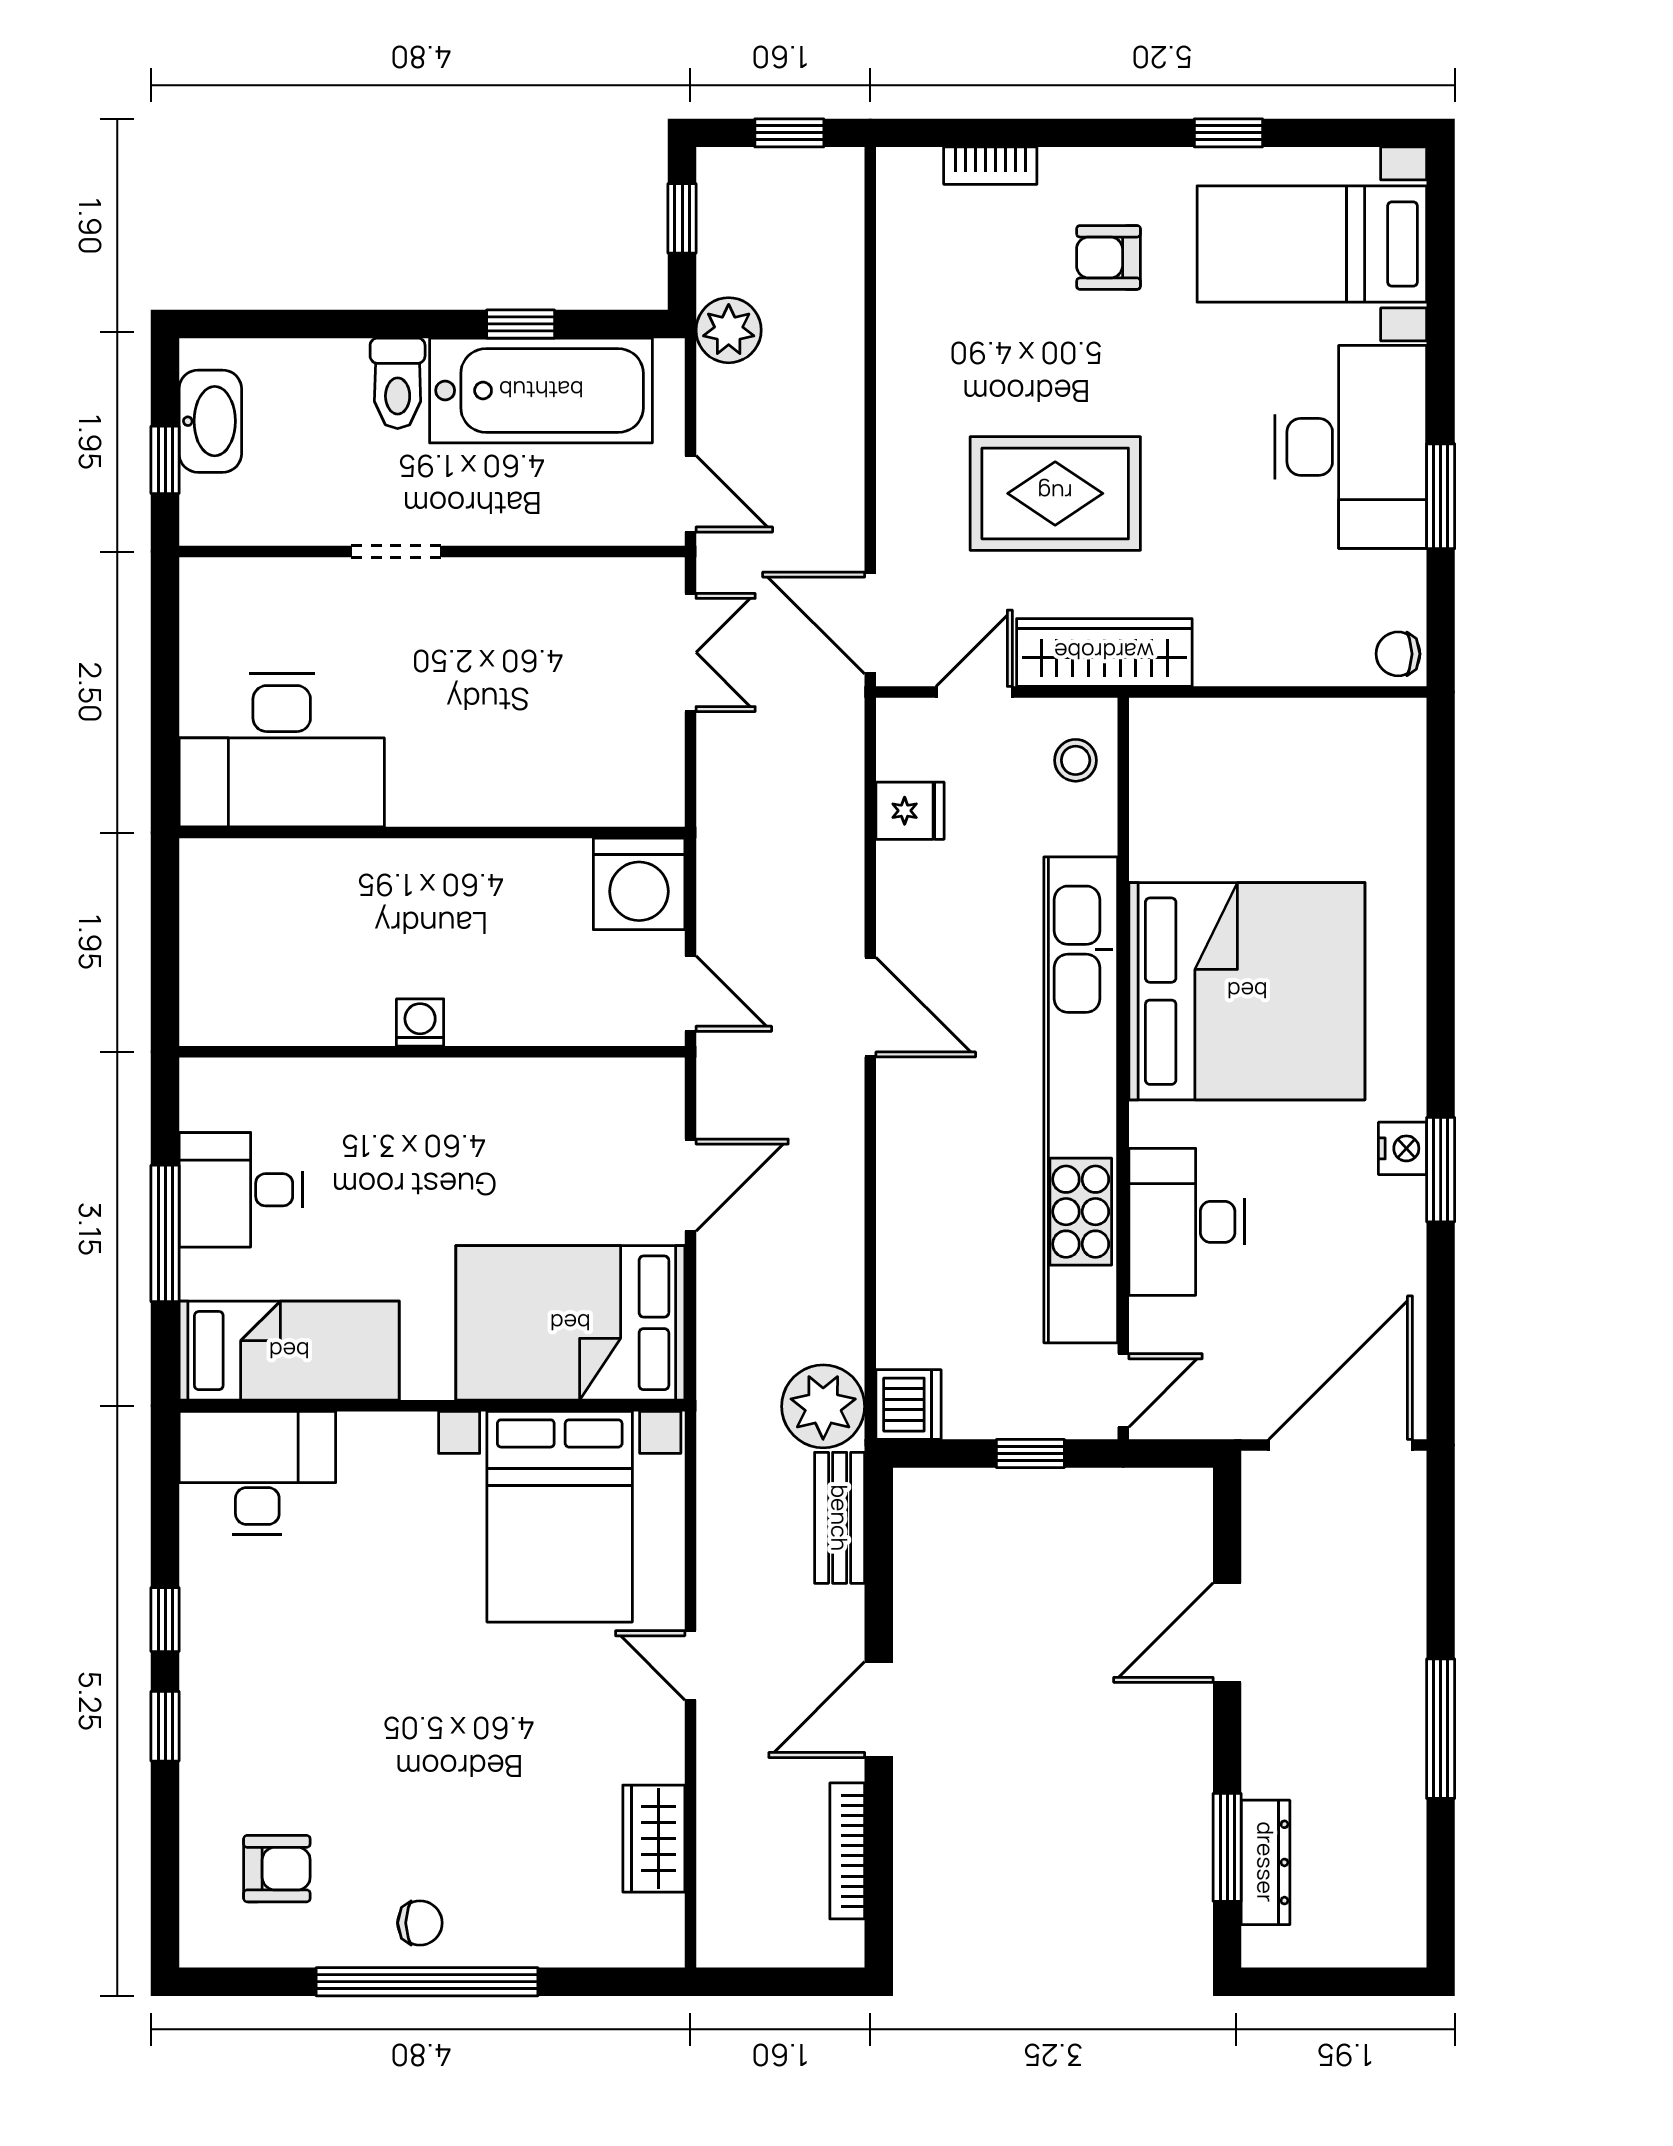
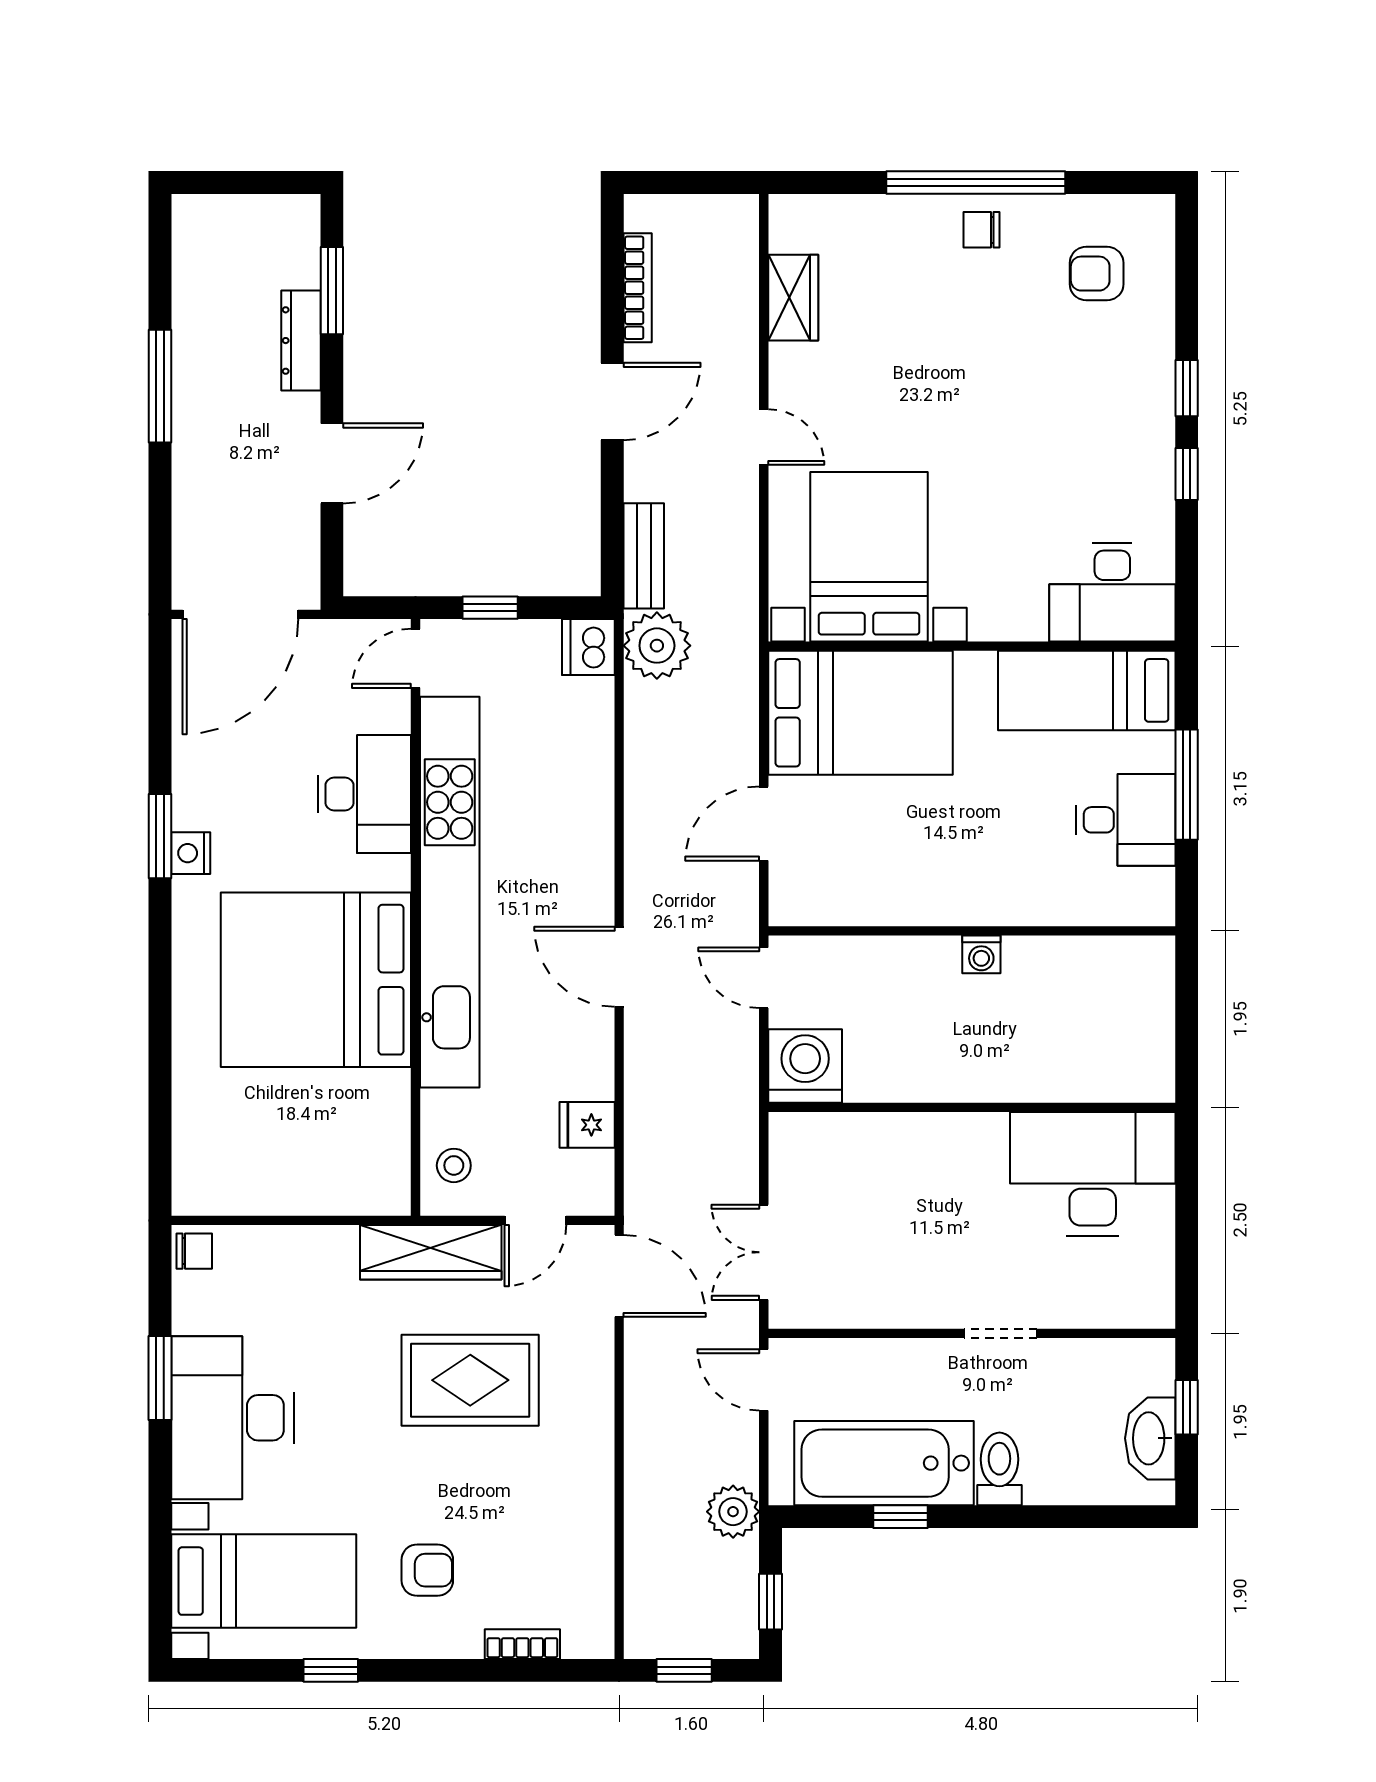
dresser: (1266, 1862) -> (301, 341), moved

